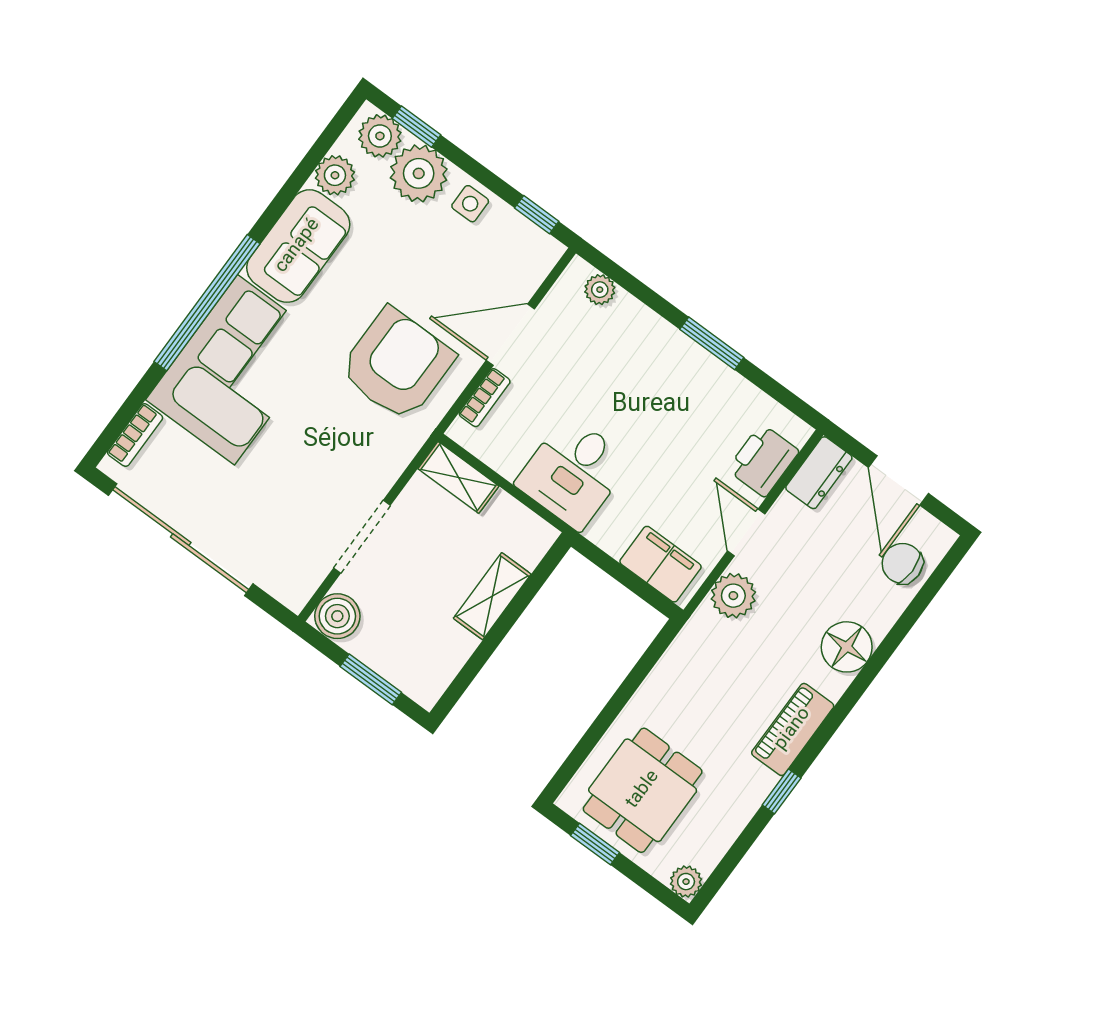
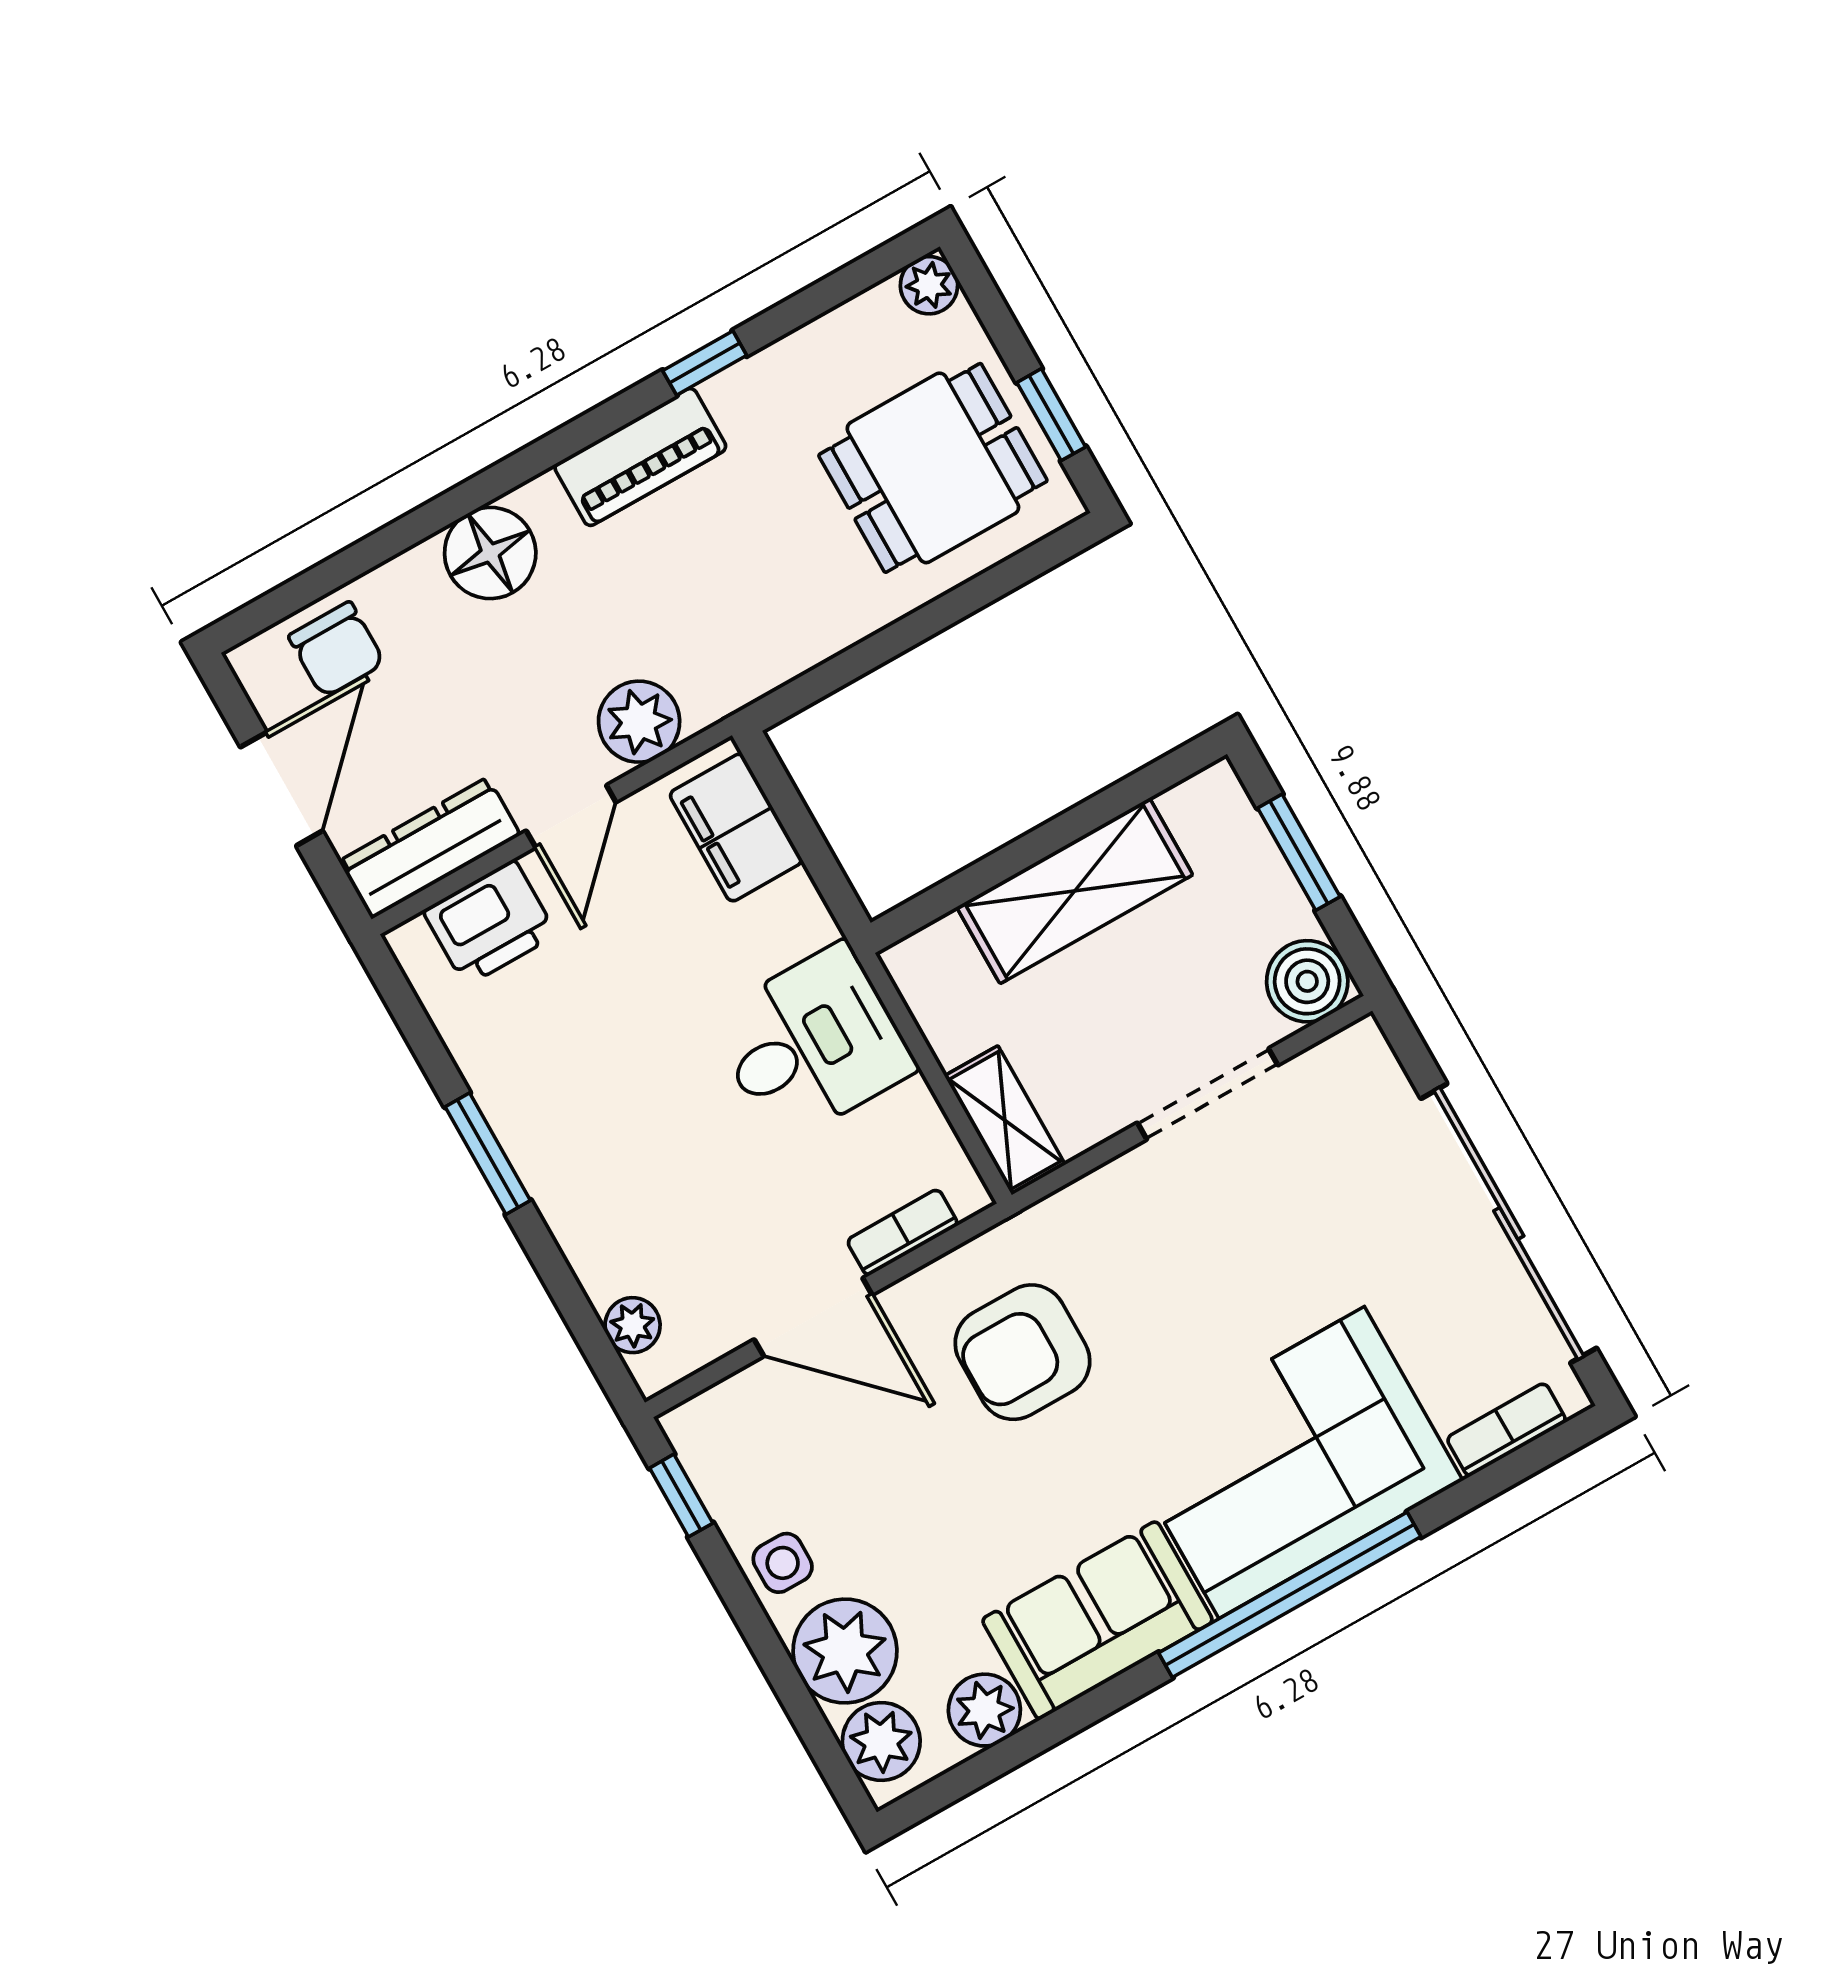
window: (417, 127) -> (814, 1730), removed
armchair: (397, 364) -> (1022, 1352), width x0.73, depth x0.73
dresser: (819, 473) -> (430, 848), width x1.44
shelving: (492, 596) -> (1075, 891), width x1.50, depth x1.33

